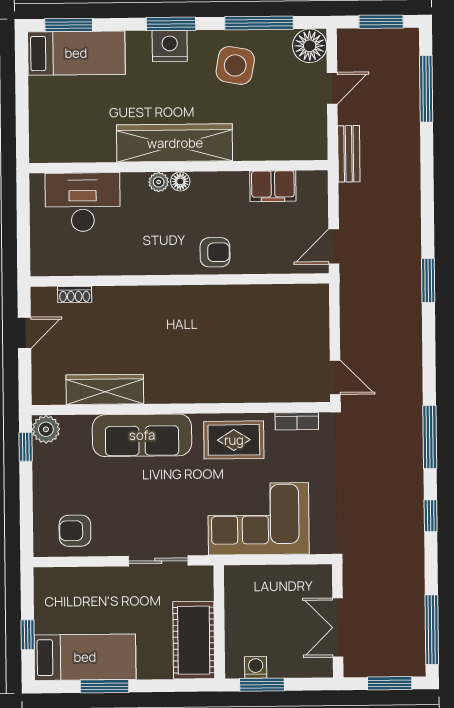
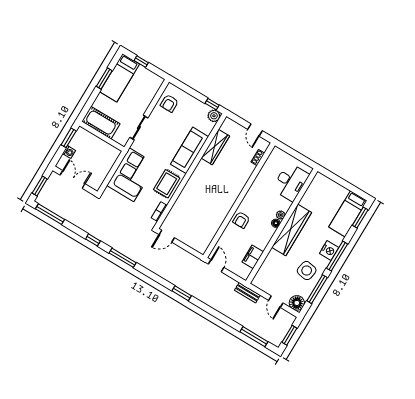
window: (171, 24) -> (337, 256), width x1.44
armchair: (75, 531) -> (169, 103), turned 180
washing machine: (256, 667) -> (69, 152), moved

